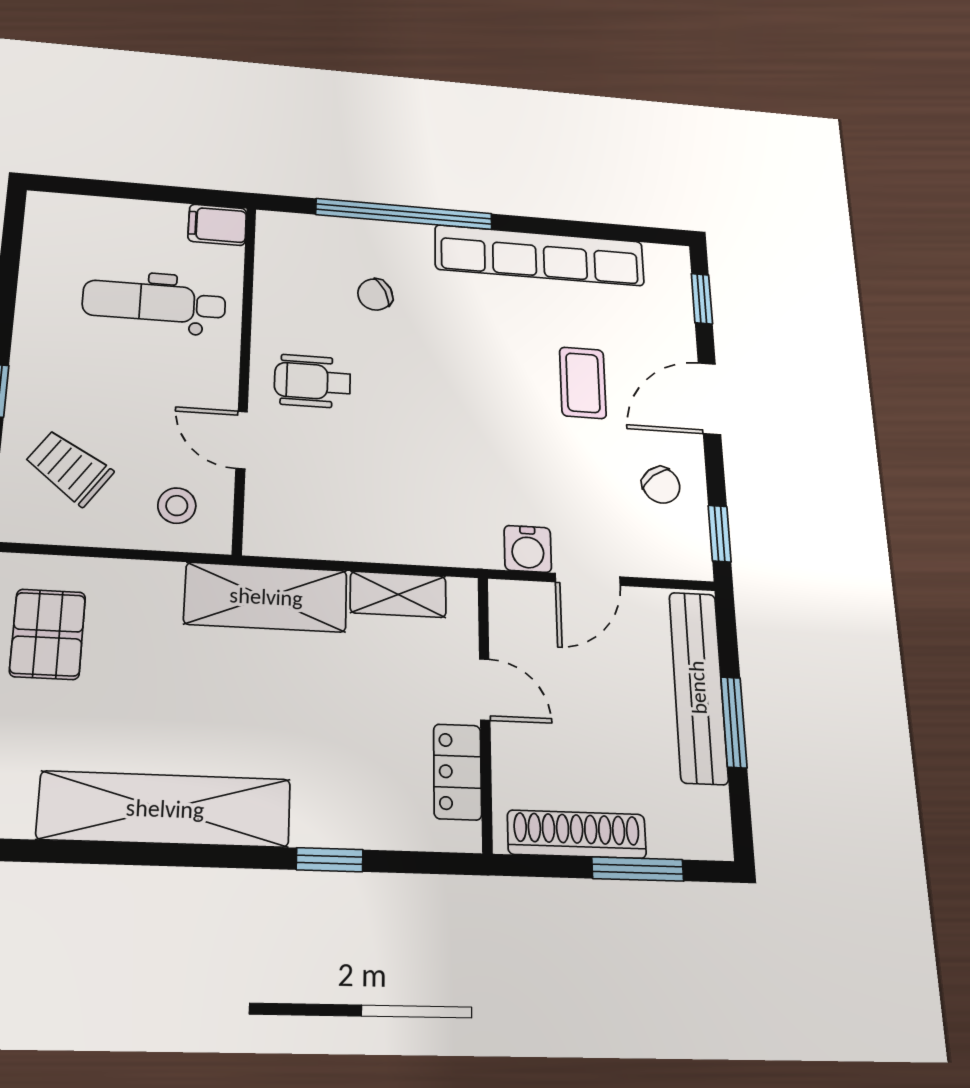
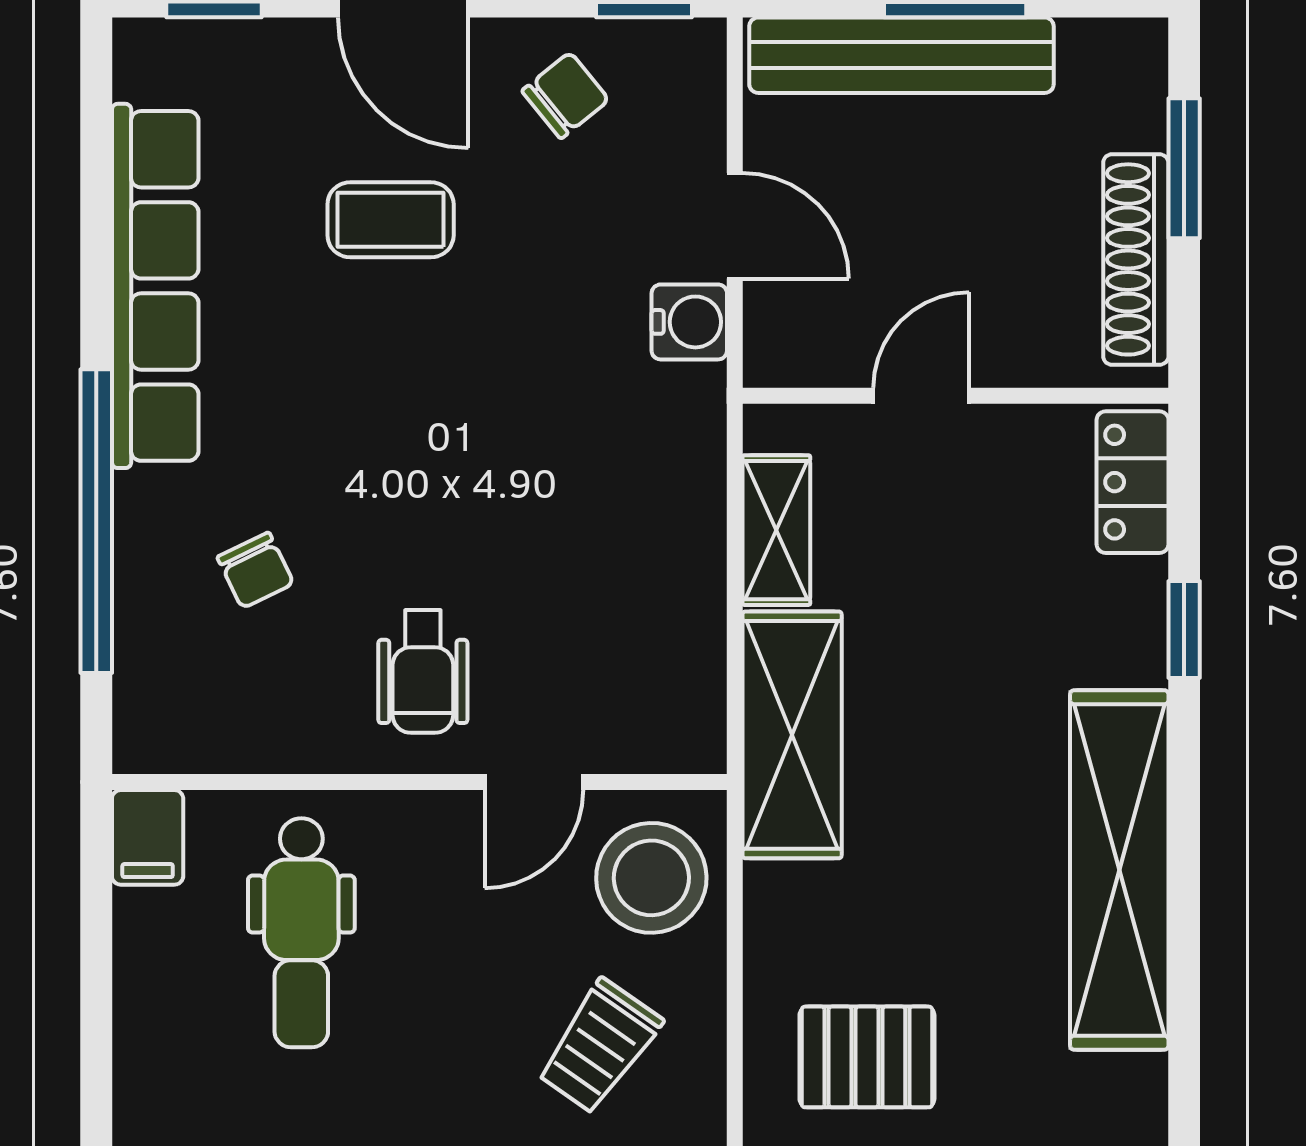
stool: (177, 506) -> (651, 878), width x1.89, depth x1.89
locker: (458, 772) -> (1133, 482), moved, turned 90

